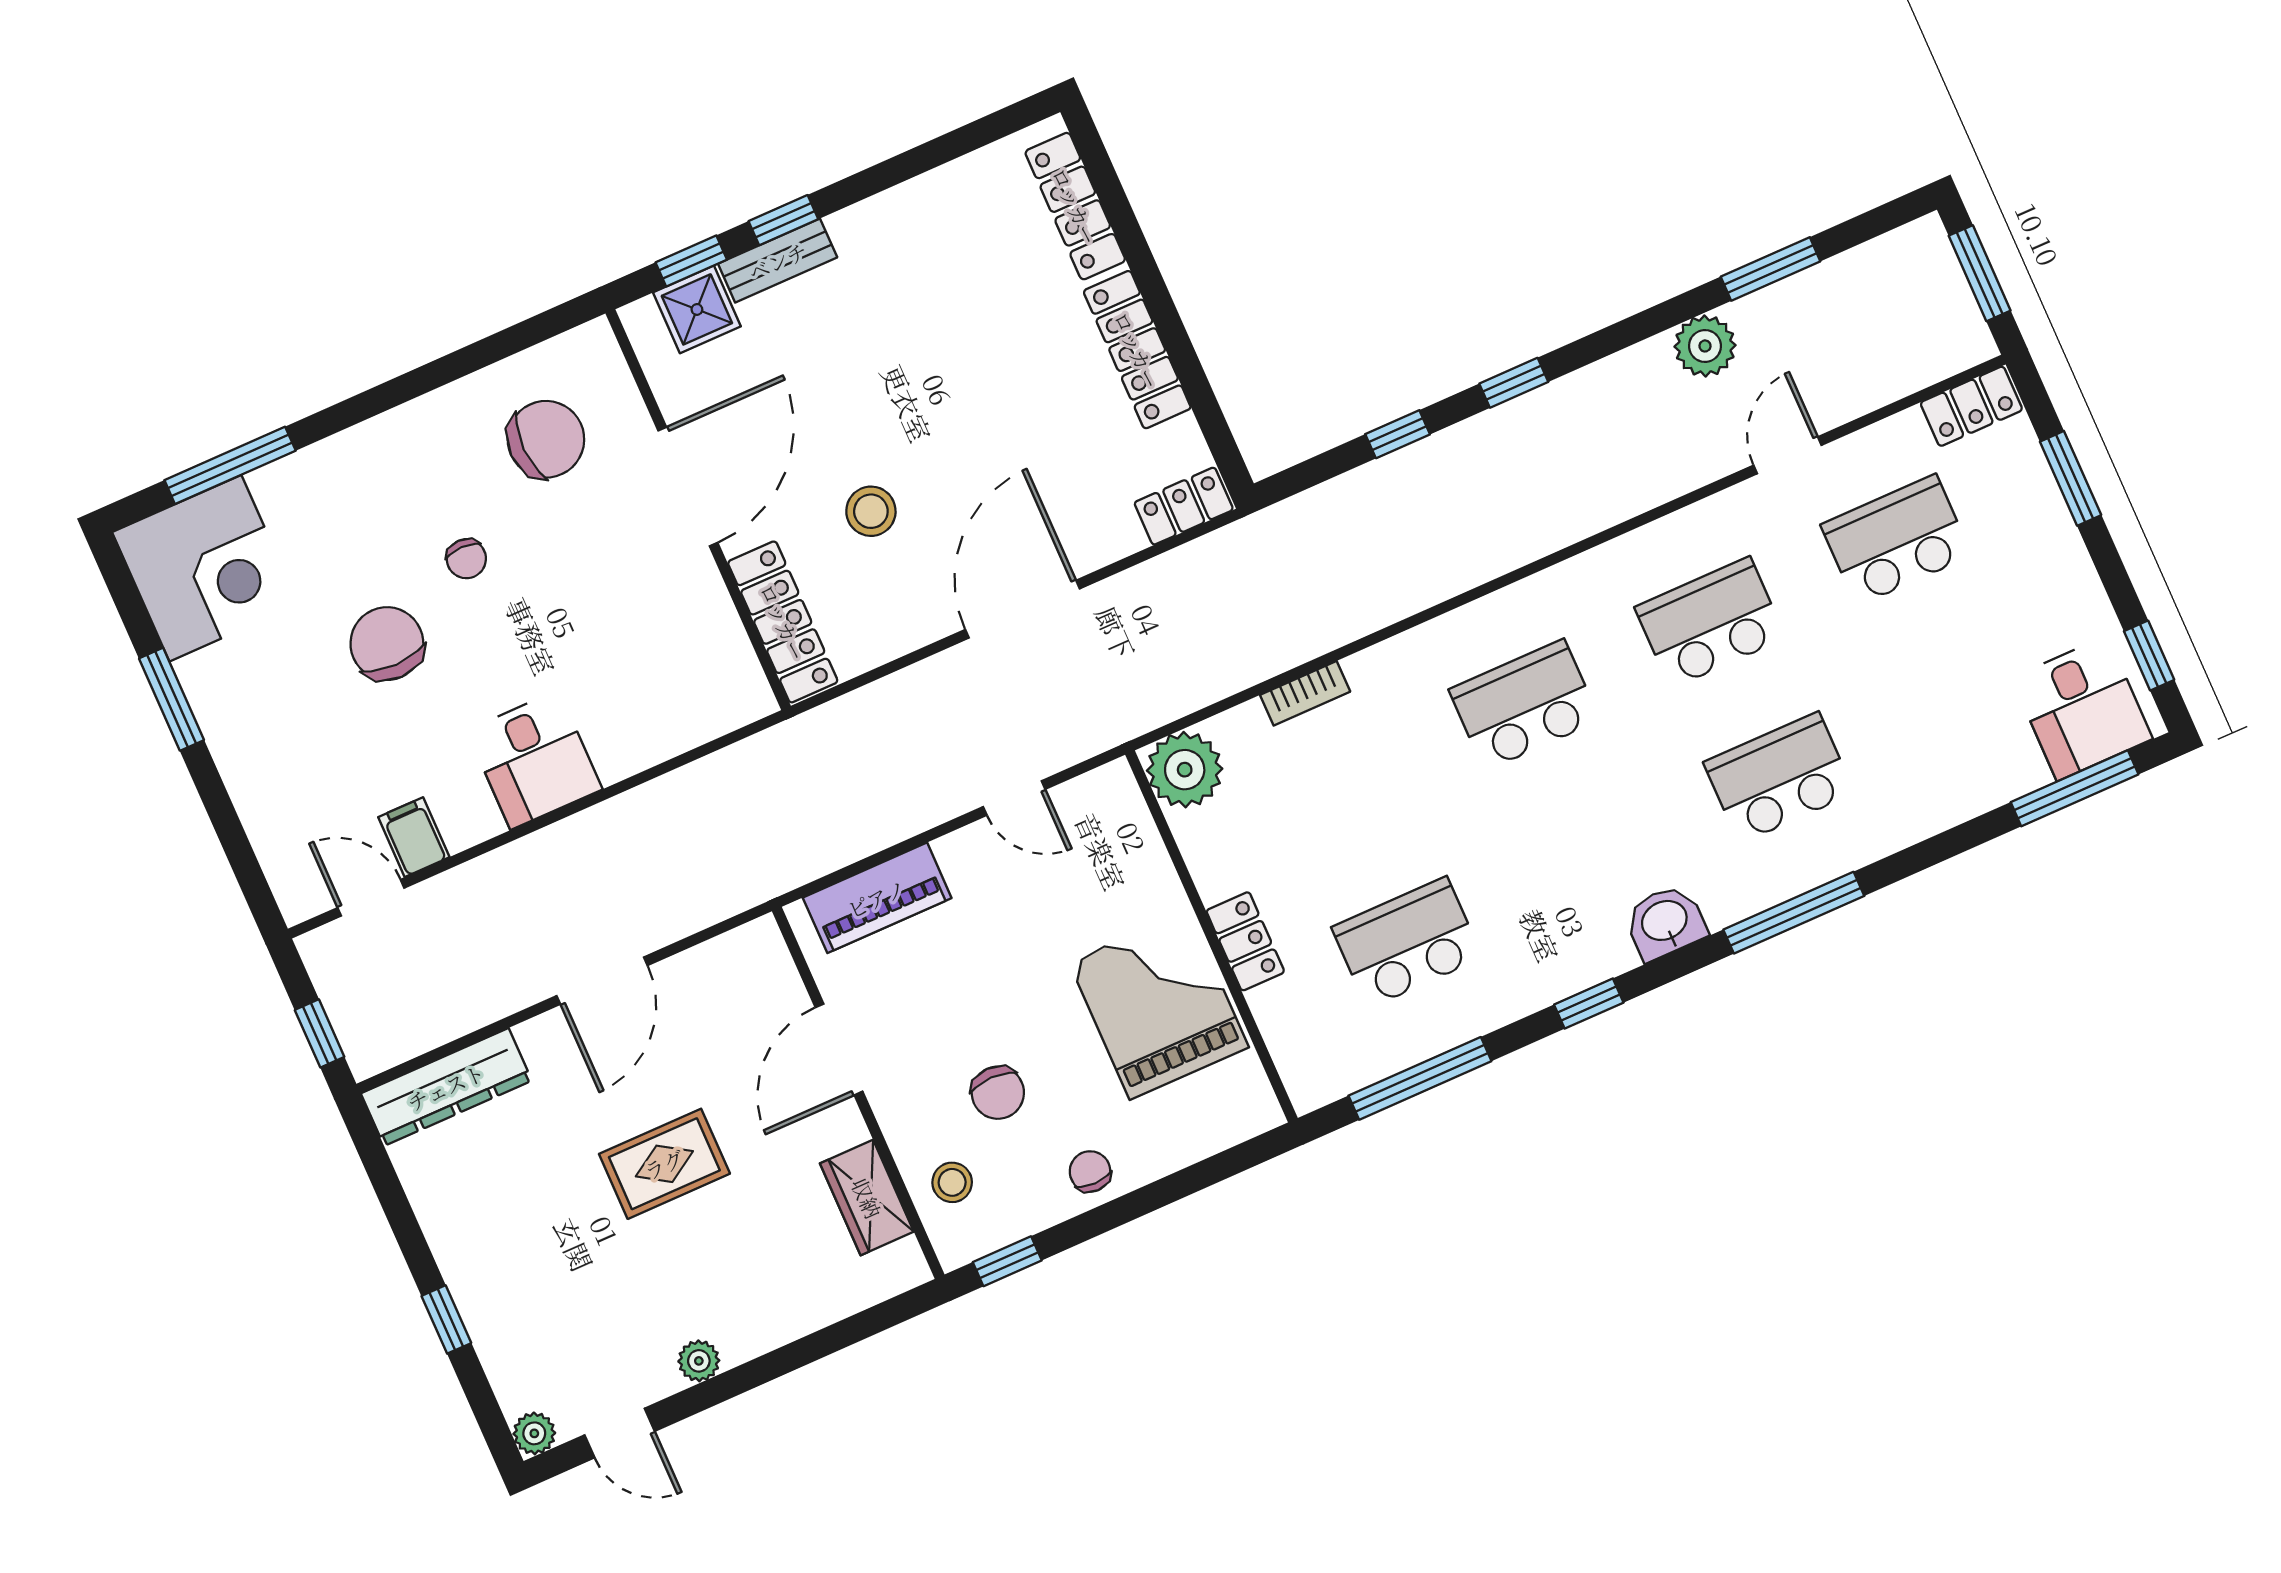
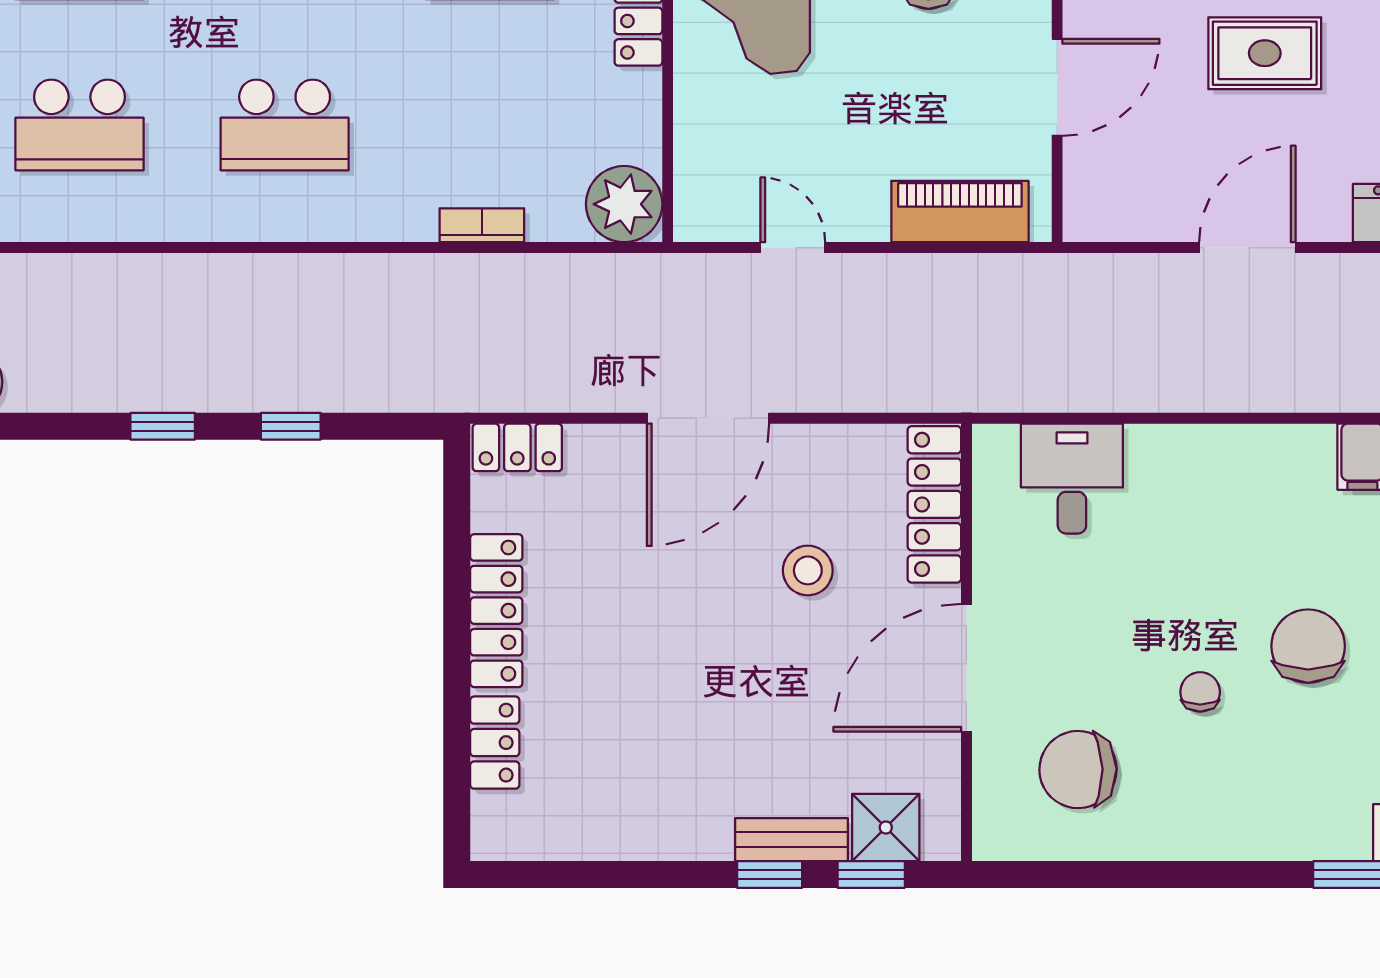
locker: (1075, 206) -> (495, 743), width x0.66
chair: (387, 644) -> (1308, 646), turned 180
desk: (535, 760) -> (1072, 479), moved

